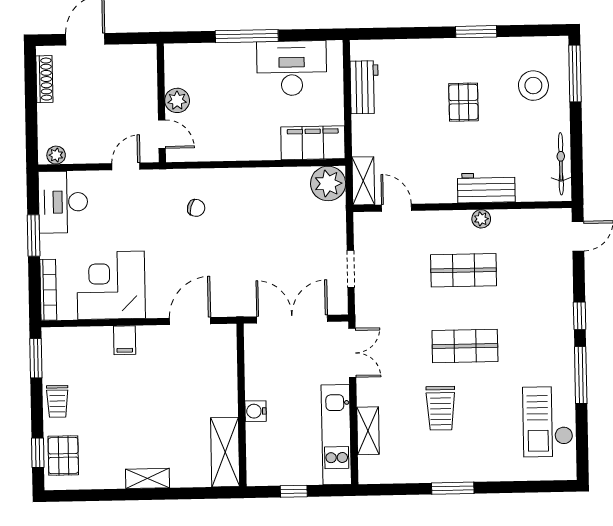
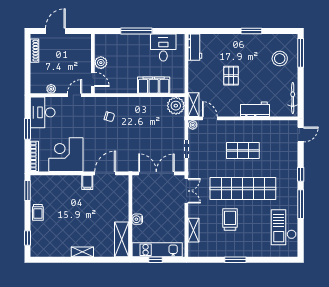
desk: (292, 68) -> (163, 48), width x0.73
workbench: (364, 87) -> (195, 47), moved
pallet: (463, 102) -> (231, 76), moved
filing cabinet: (313, 143) -> (154, 85), moved
plant: (56, 155) -> (51, 89), moved
plant: (481, 219) -> (193, 125), moved
filing cabinet: (125, 340) -> (87, 182), moved
shop shelf: (465, 346) -> (243, 189), width x2.00, depth x1.36
trolley: (441, 408) -> (230, 219), turned 180
kitchen unit: (336, 435) -> (157, 250), moved, turned 90
pallet: (63, 456) -> (40, 240), removed

